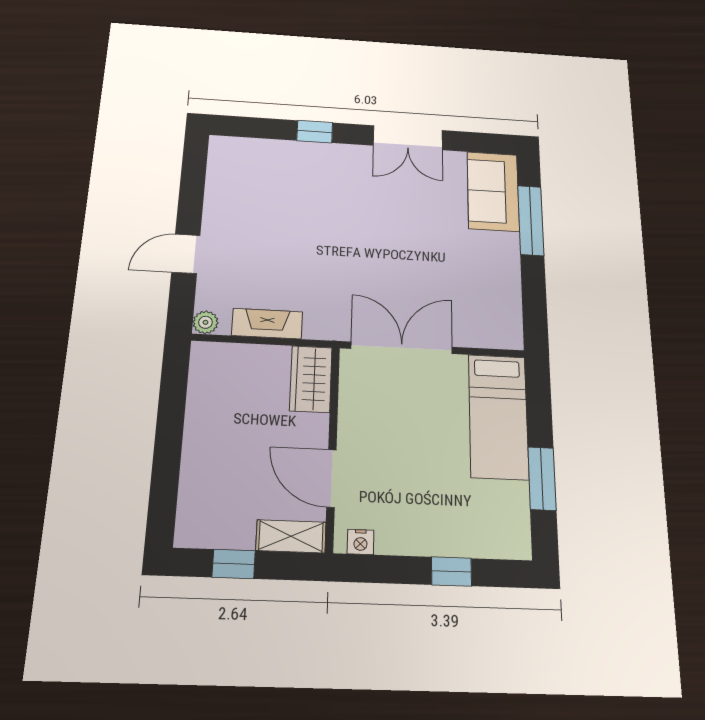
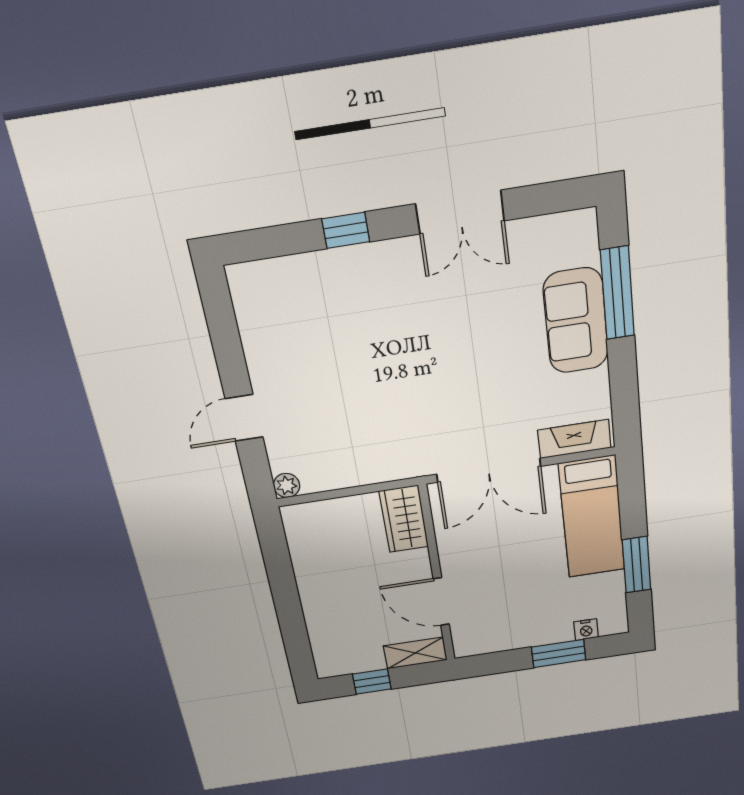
sofa: (493, 191) -> (576, 321), moved
fireplace: (267, 324) -> (574, 439), moved
double door: (402, 348) -> (489, 470), swing flipped
nightstand: (361, 542) -> (586, 630), moved
window: (451, 571) -> (559, 653), width x1.50

